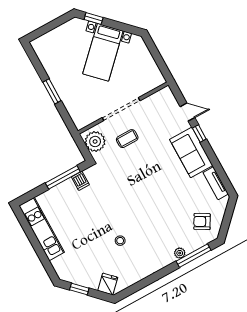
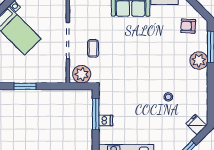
dishwasher: (80, 181) -> (106, 121), moved
armchair: (202, 222) -> (188, 26), turned 63
plant: (180, 253) -> (199, 60), width x1.88, depth x1.88

